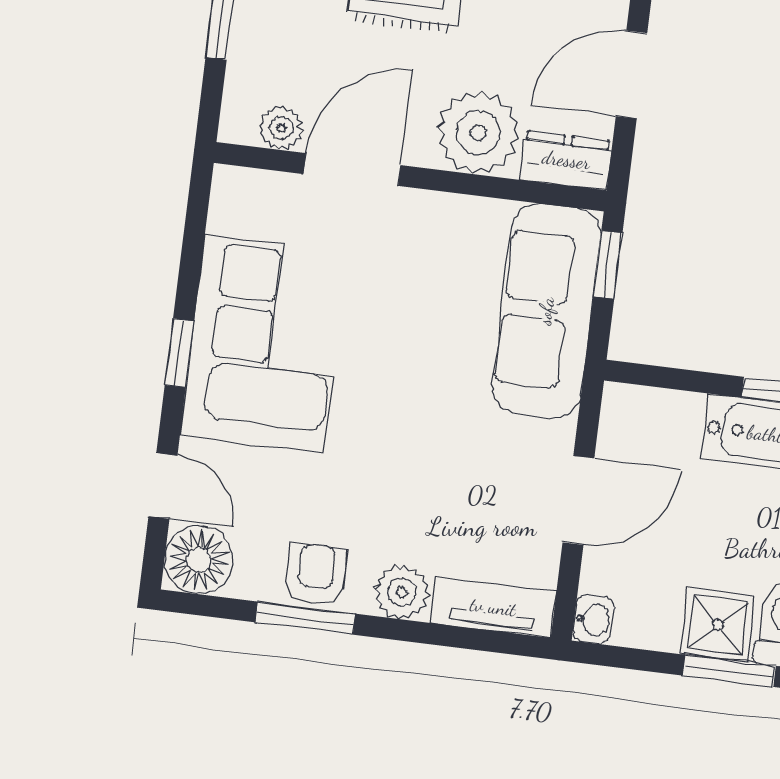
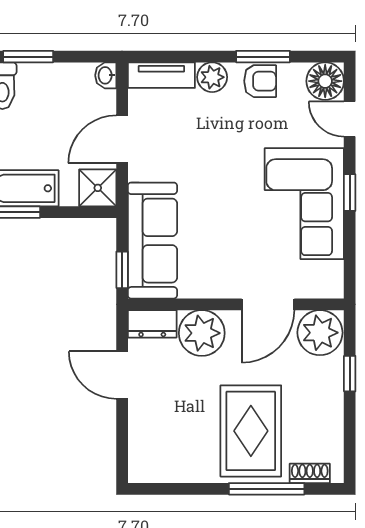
door: (631, 75) -> (122, 375), swing flipped
plant: (281, 128) -> (320, 333), width x1.87, depth x1.87
armchair: (316, 574) -> (260, 81), turned -90
shower: (718, 625) -> (98, 188), moved

